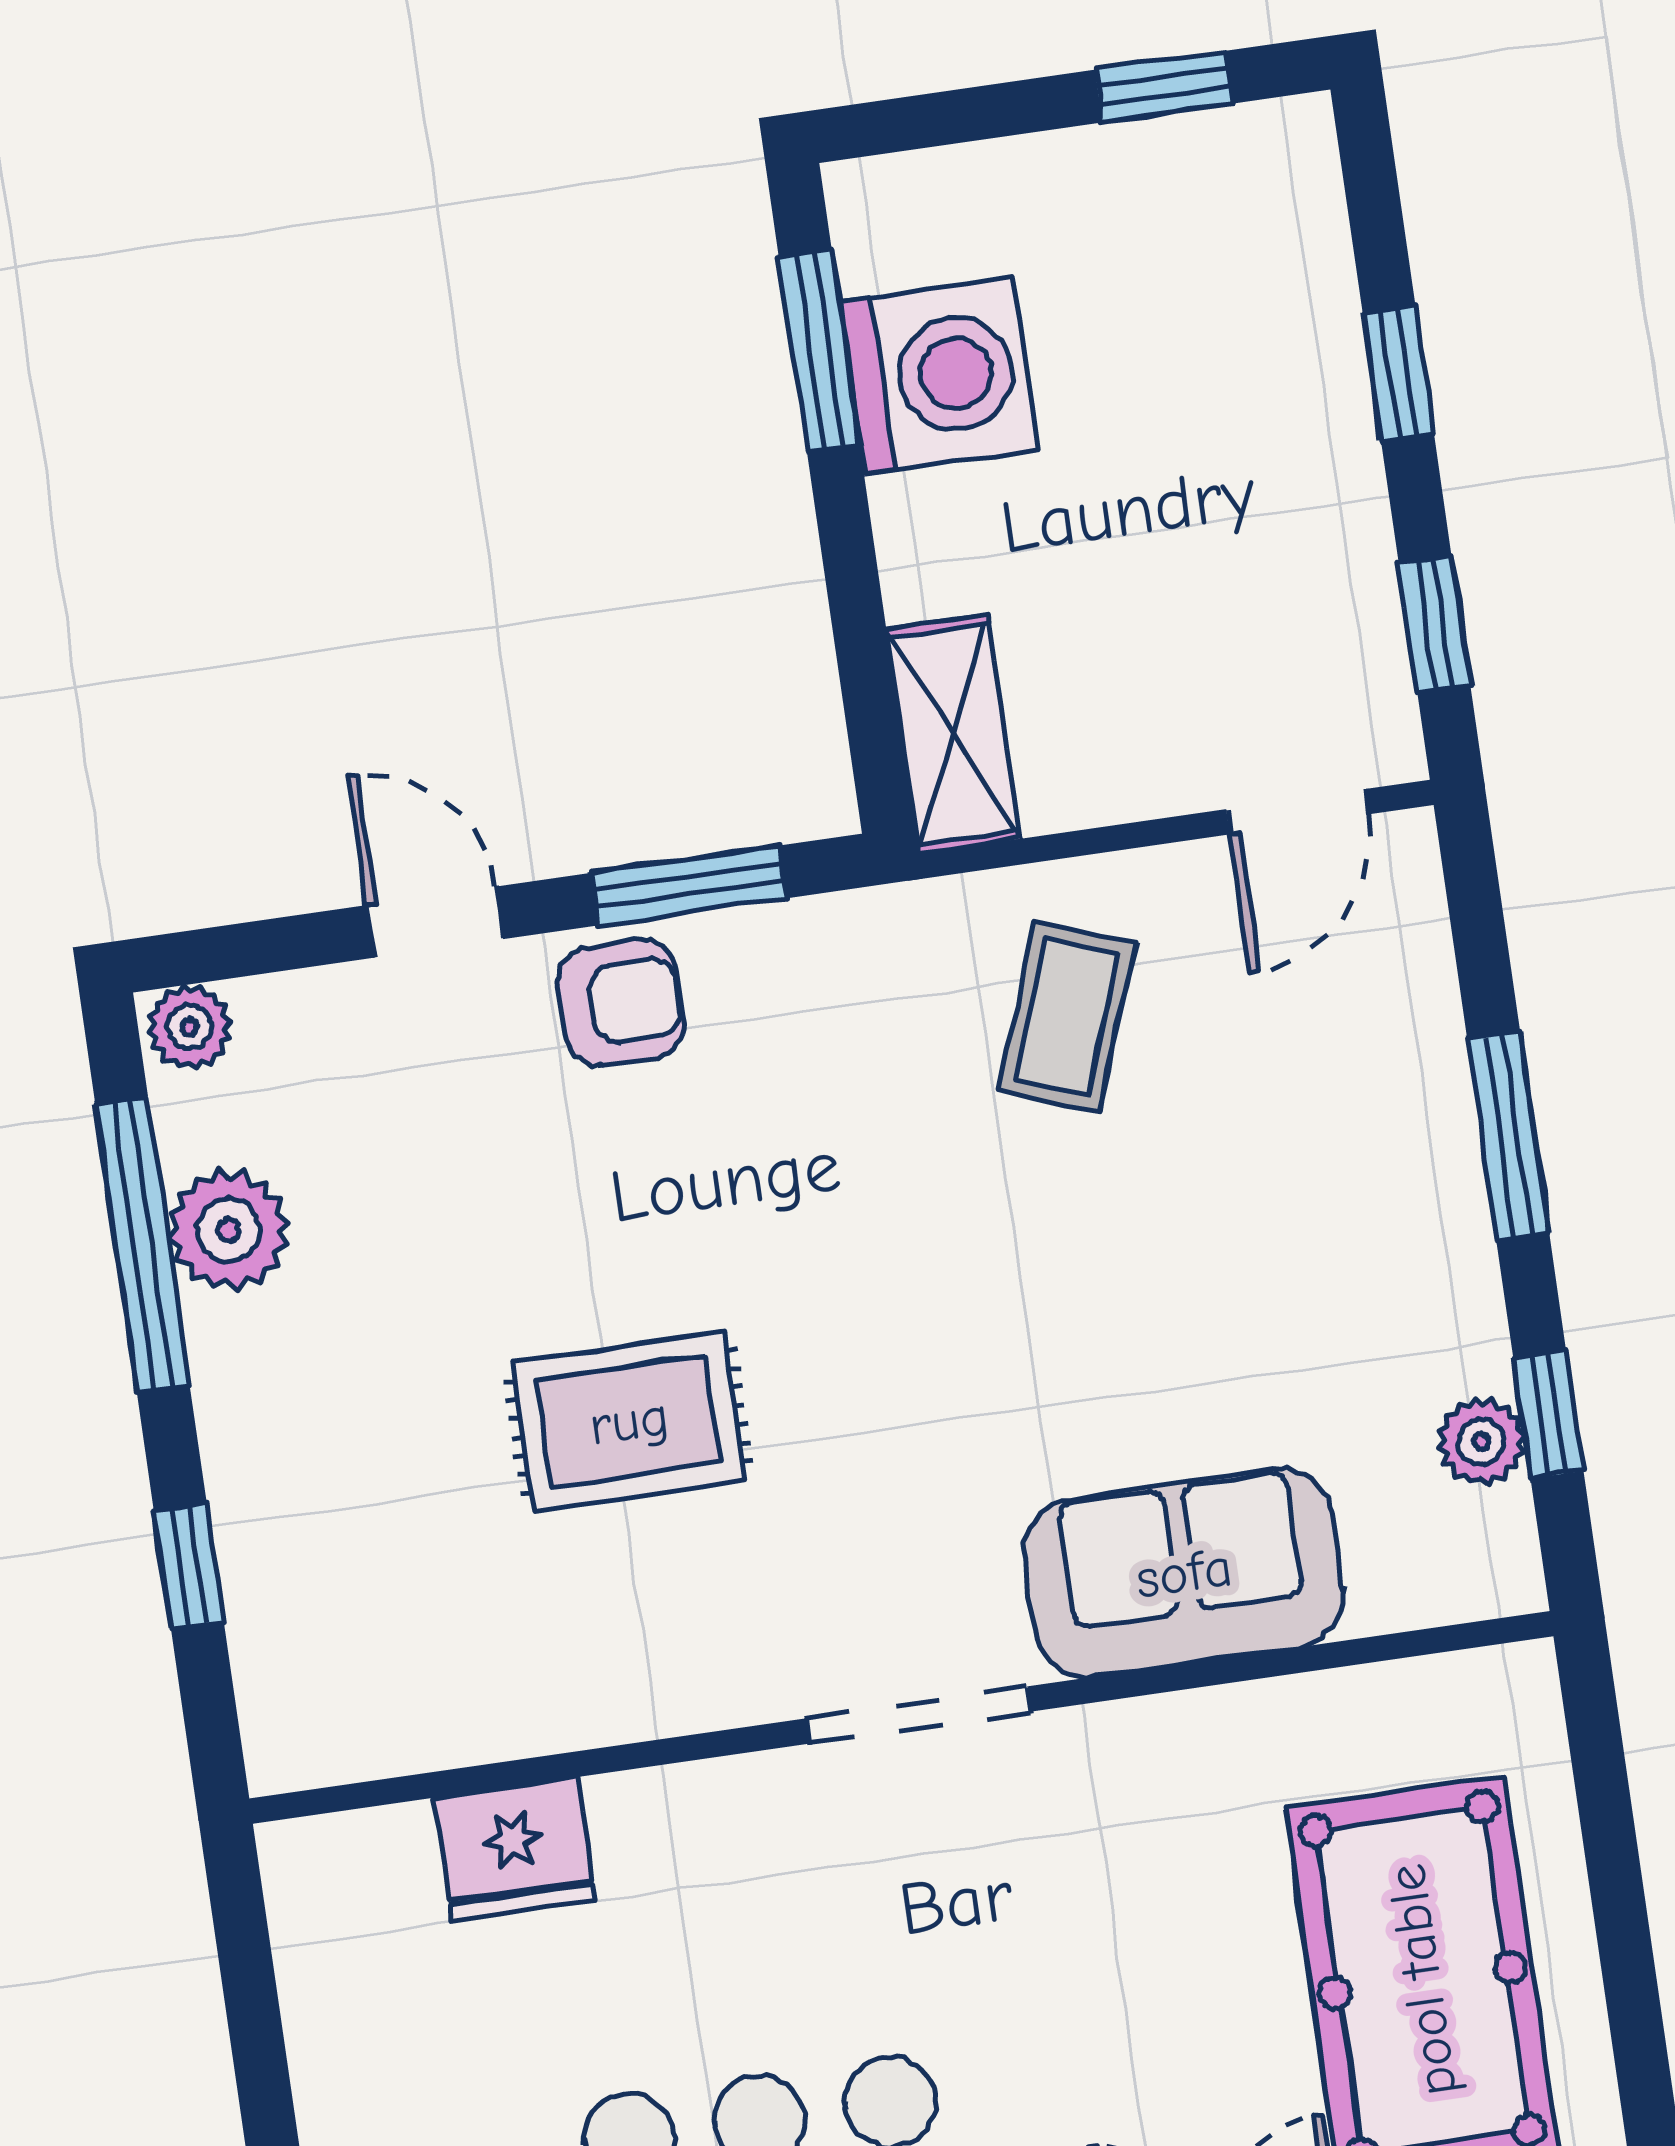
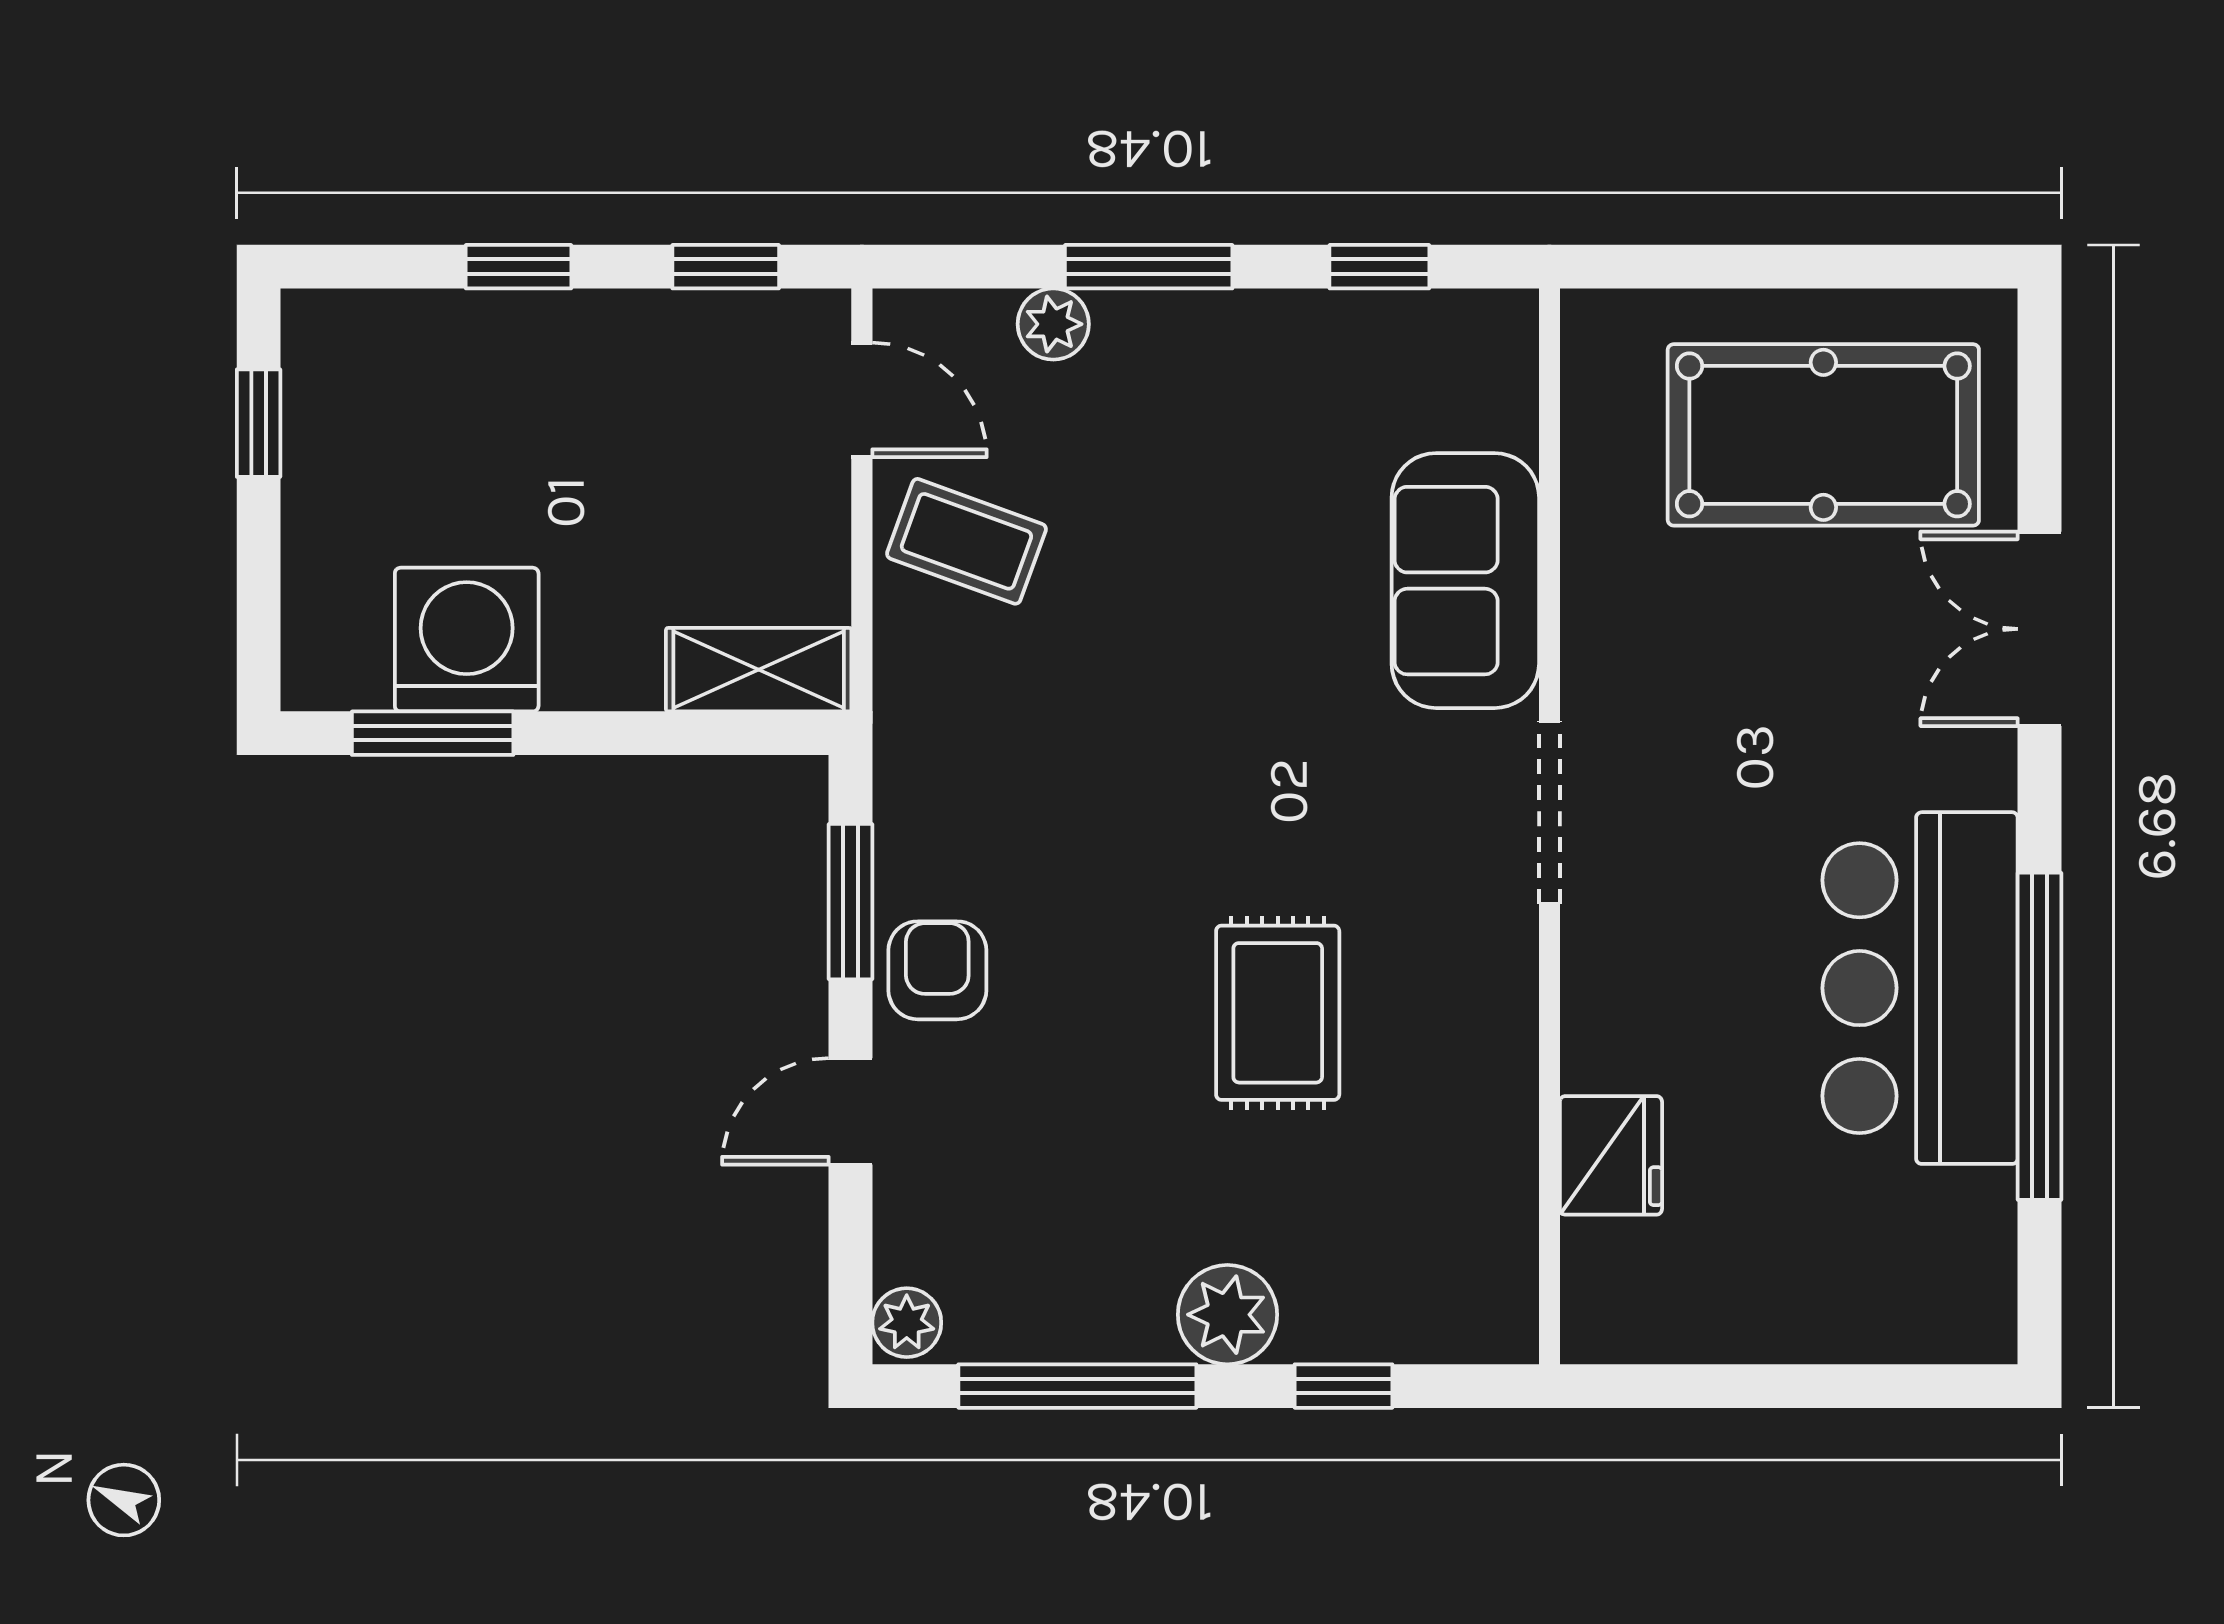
coffee table: (1067, 1017) -> (966, 541), moved
plant: (229, 1230) -> (1227, 1315), moved
plant: (1481, 1441) -> (1053, 324), moved

